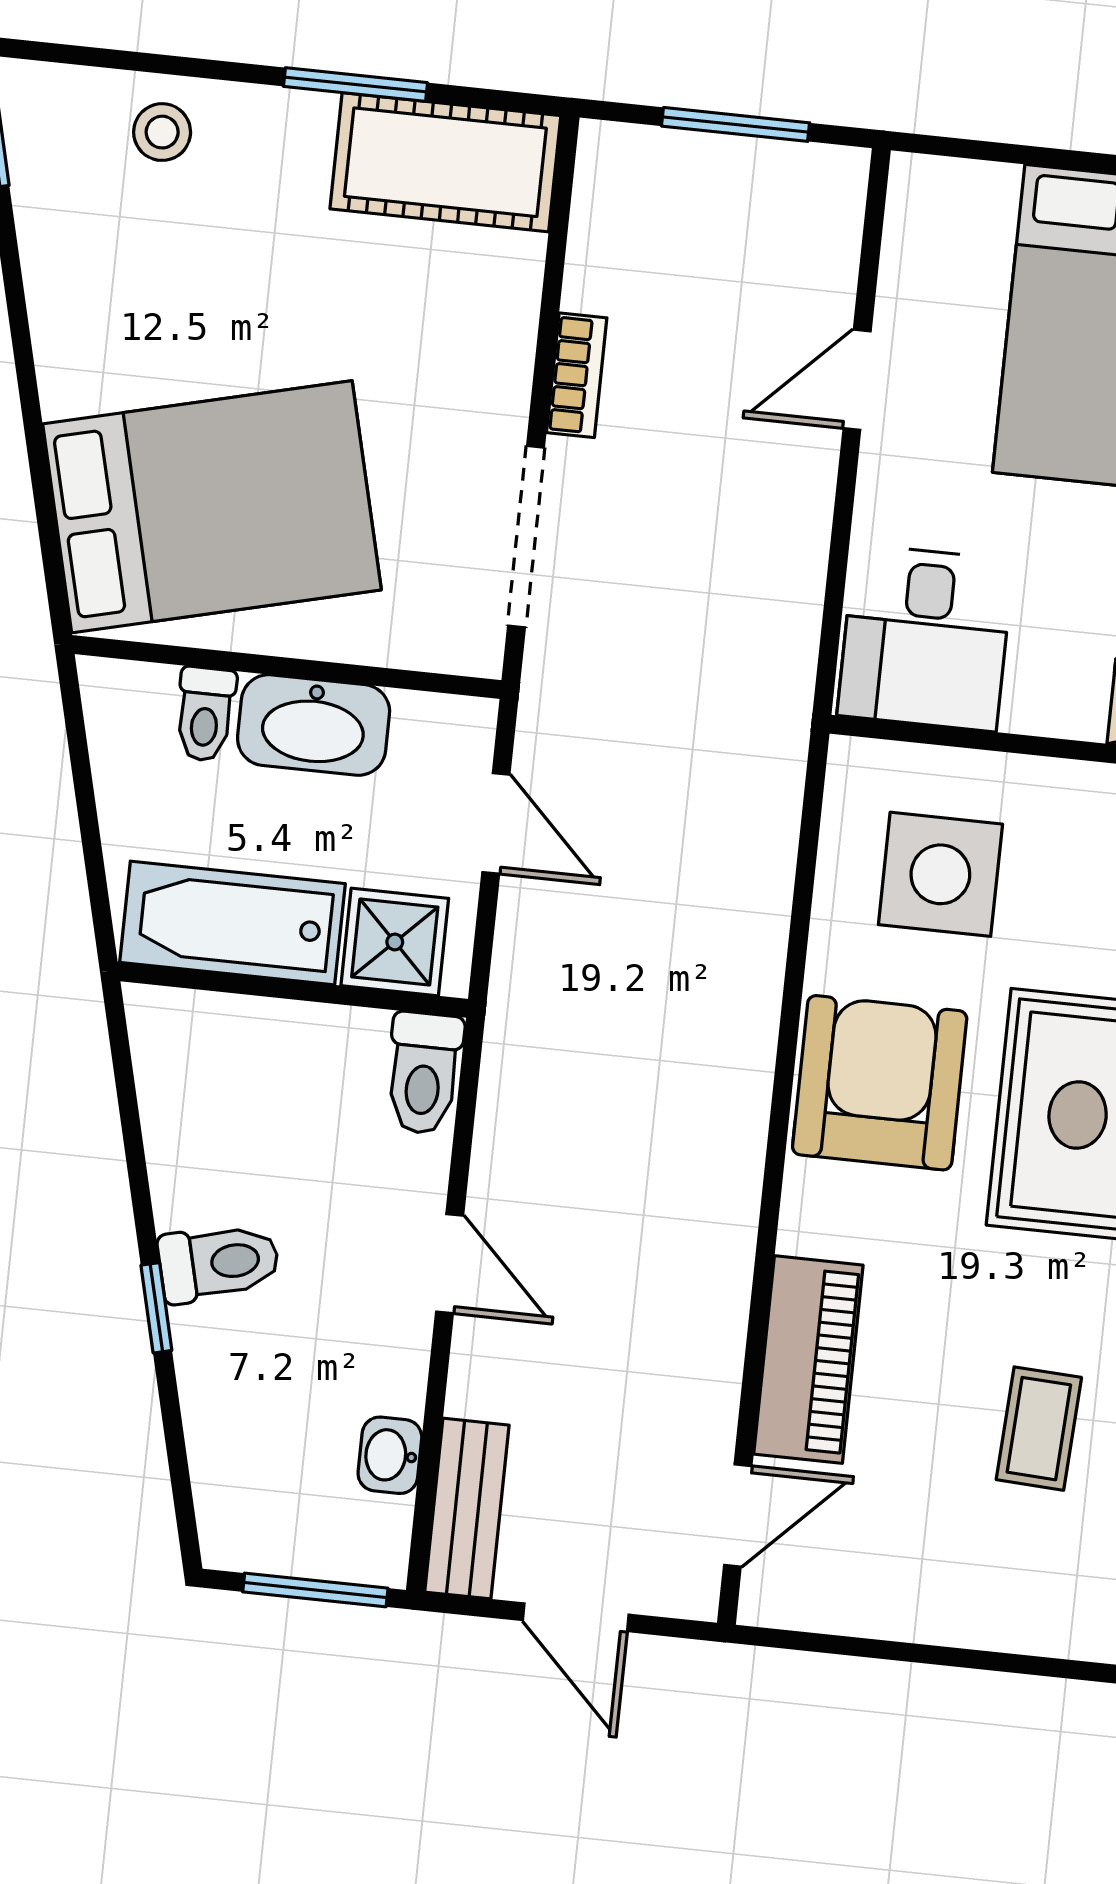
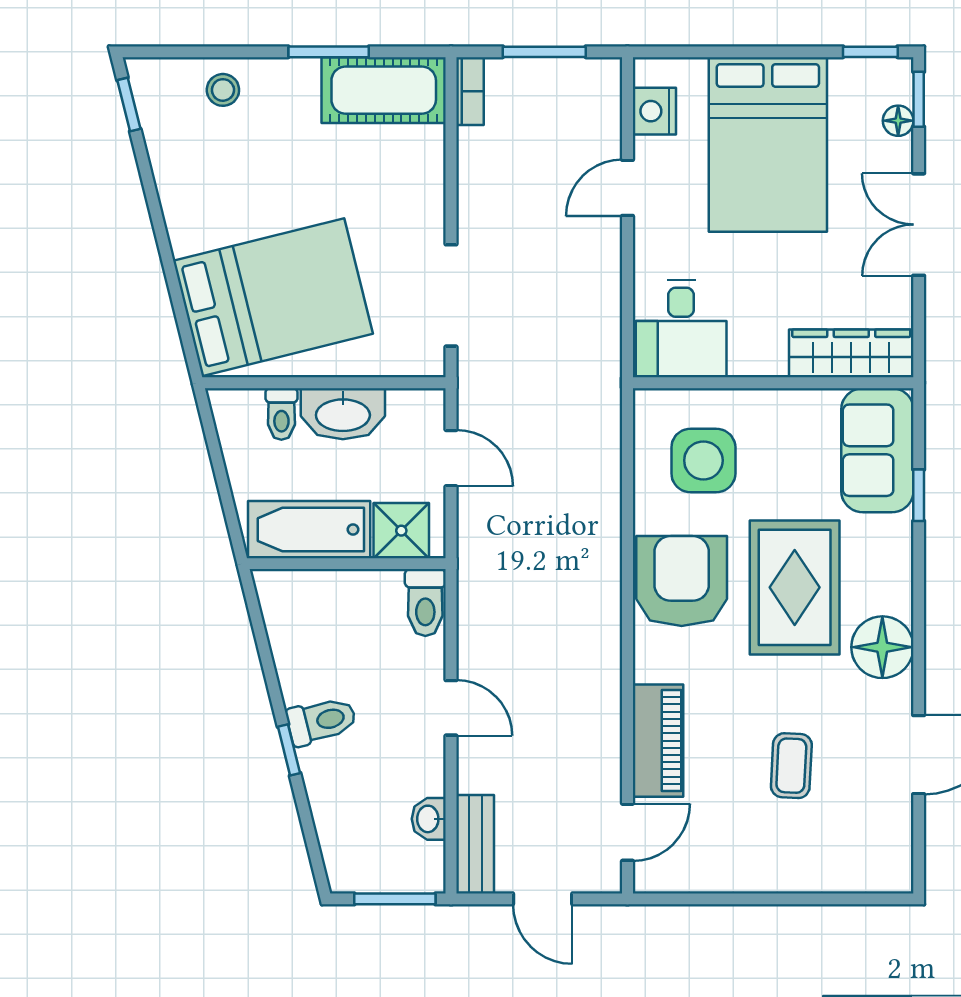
nightstand: (919, 249) -> (654, 111), added
bookcase: (577, 375) -> (470, 91), moved

